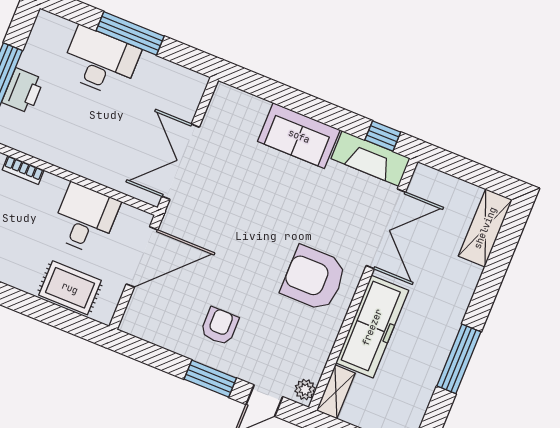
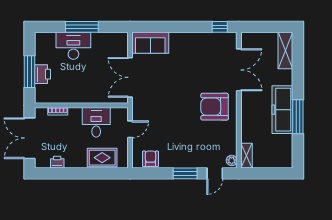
sofa: (299, 136) -> (150, 43), moved
fireplace: (371, 158) -> (218, 40), removed
door: (142, 257) -> (130, 129), width x0.53
armchair: (219, 326) -> (151, 159), moved
freezer: (372, 327) -> (282, 110), moved, turned 180

